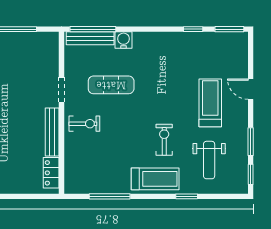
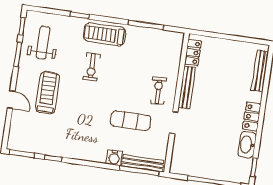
treadmill: (210, 103) -> (48, 93), turned 180
exercise bike: (84, 124) -> (158, 91), turned 87
weight bench: (209, 160) -> (43, 42), moved

